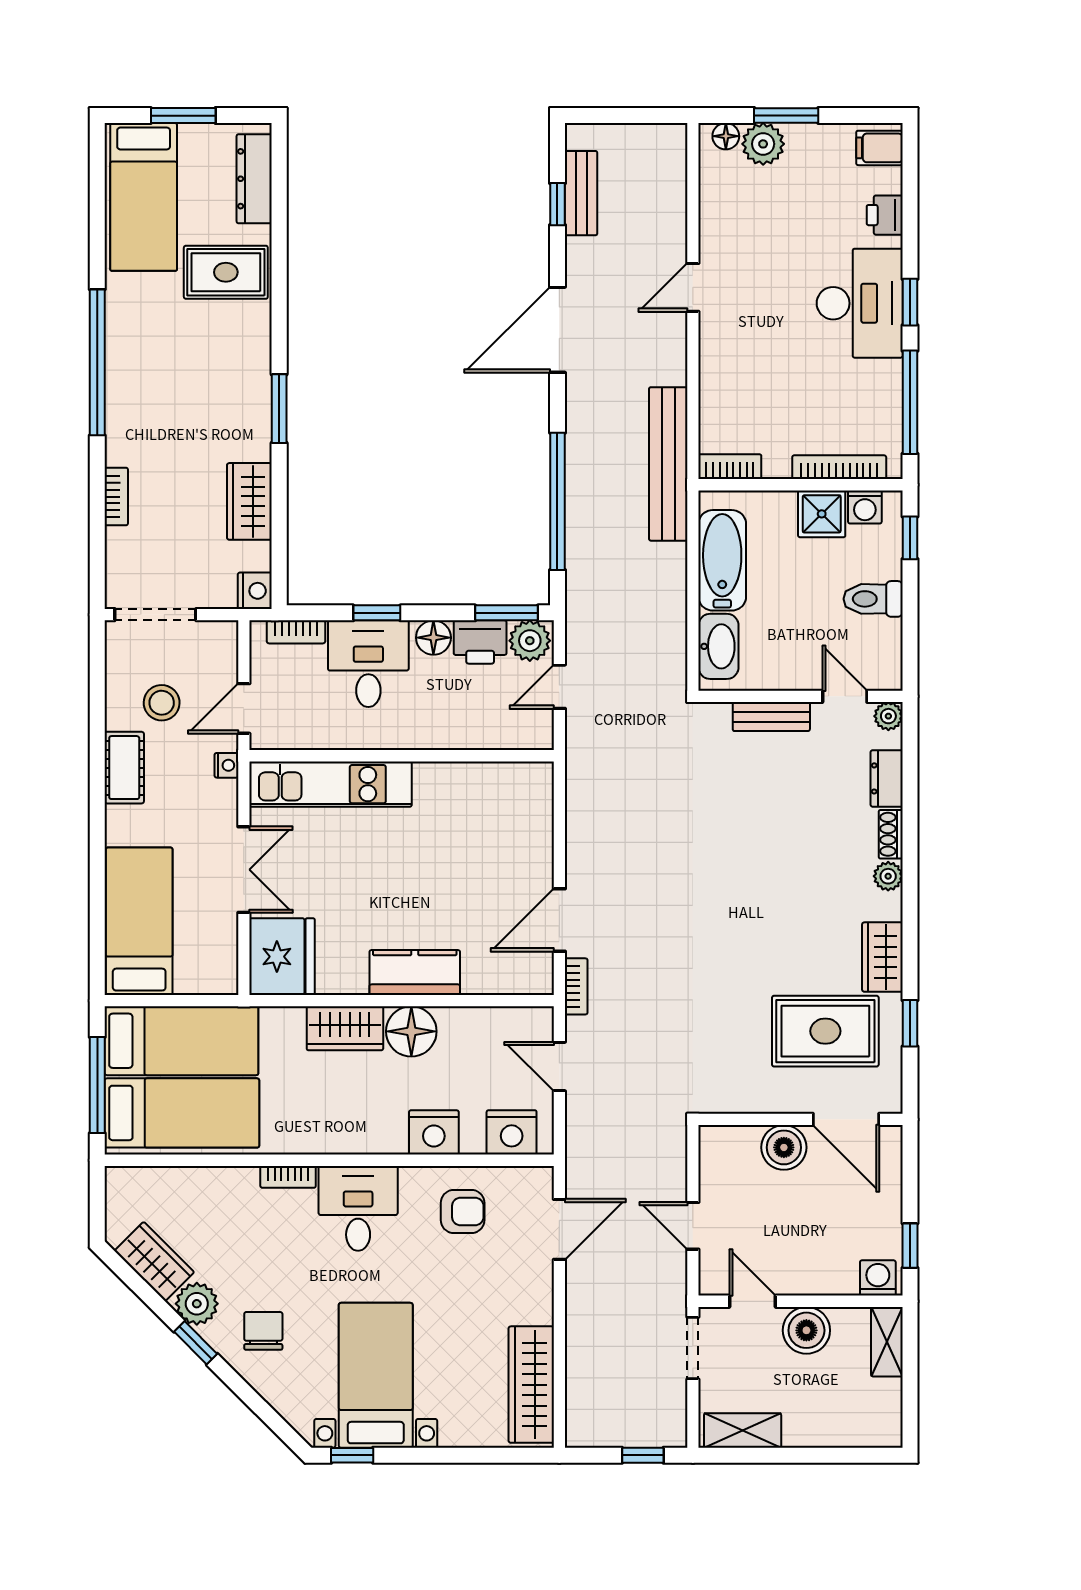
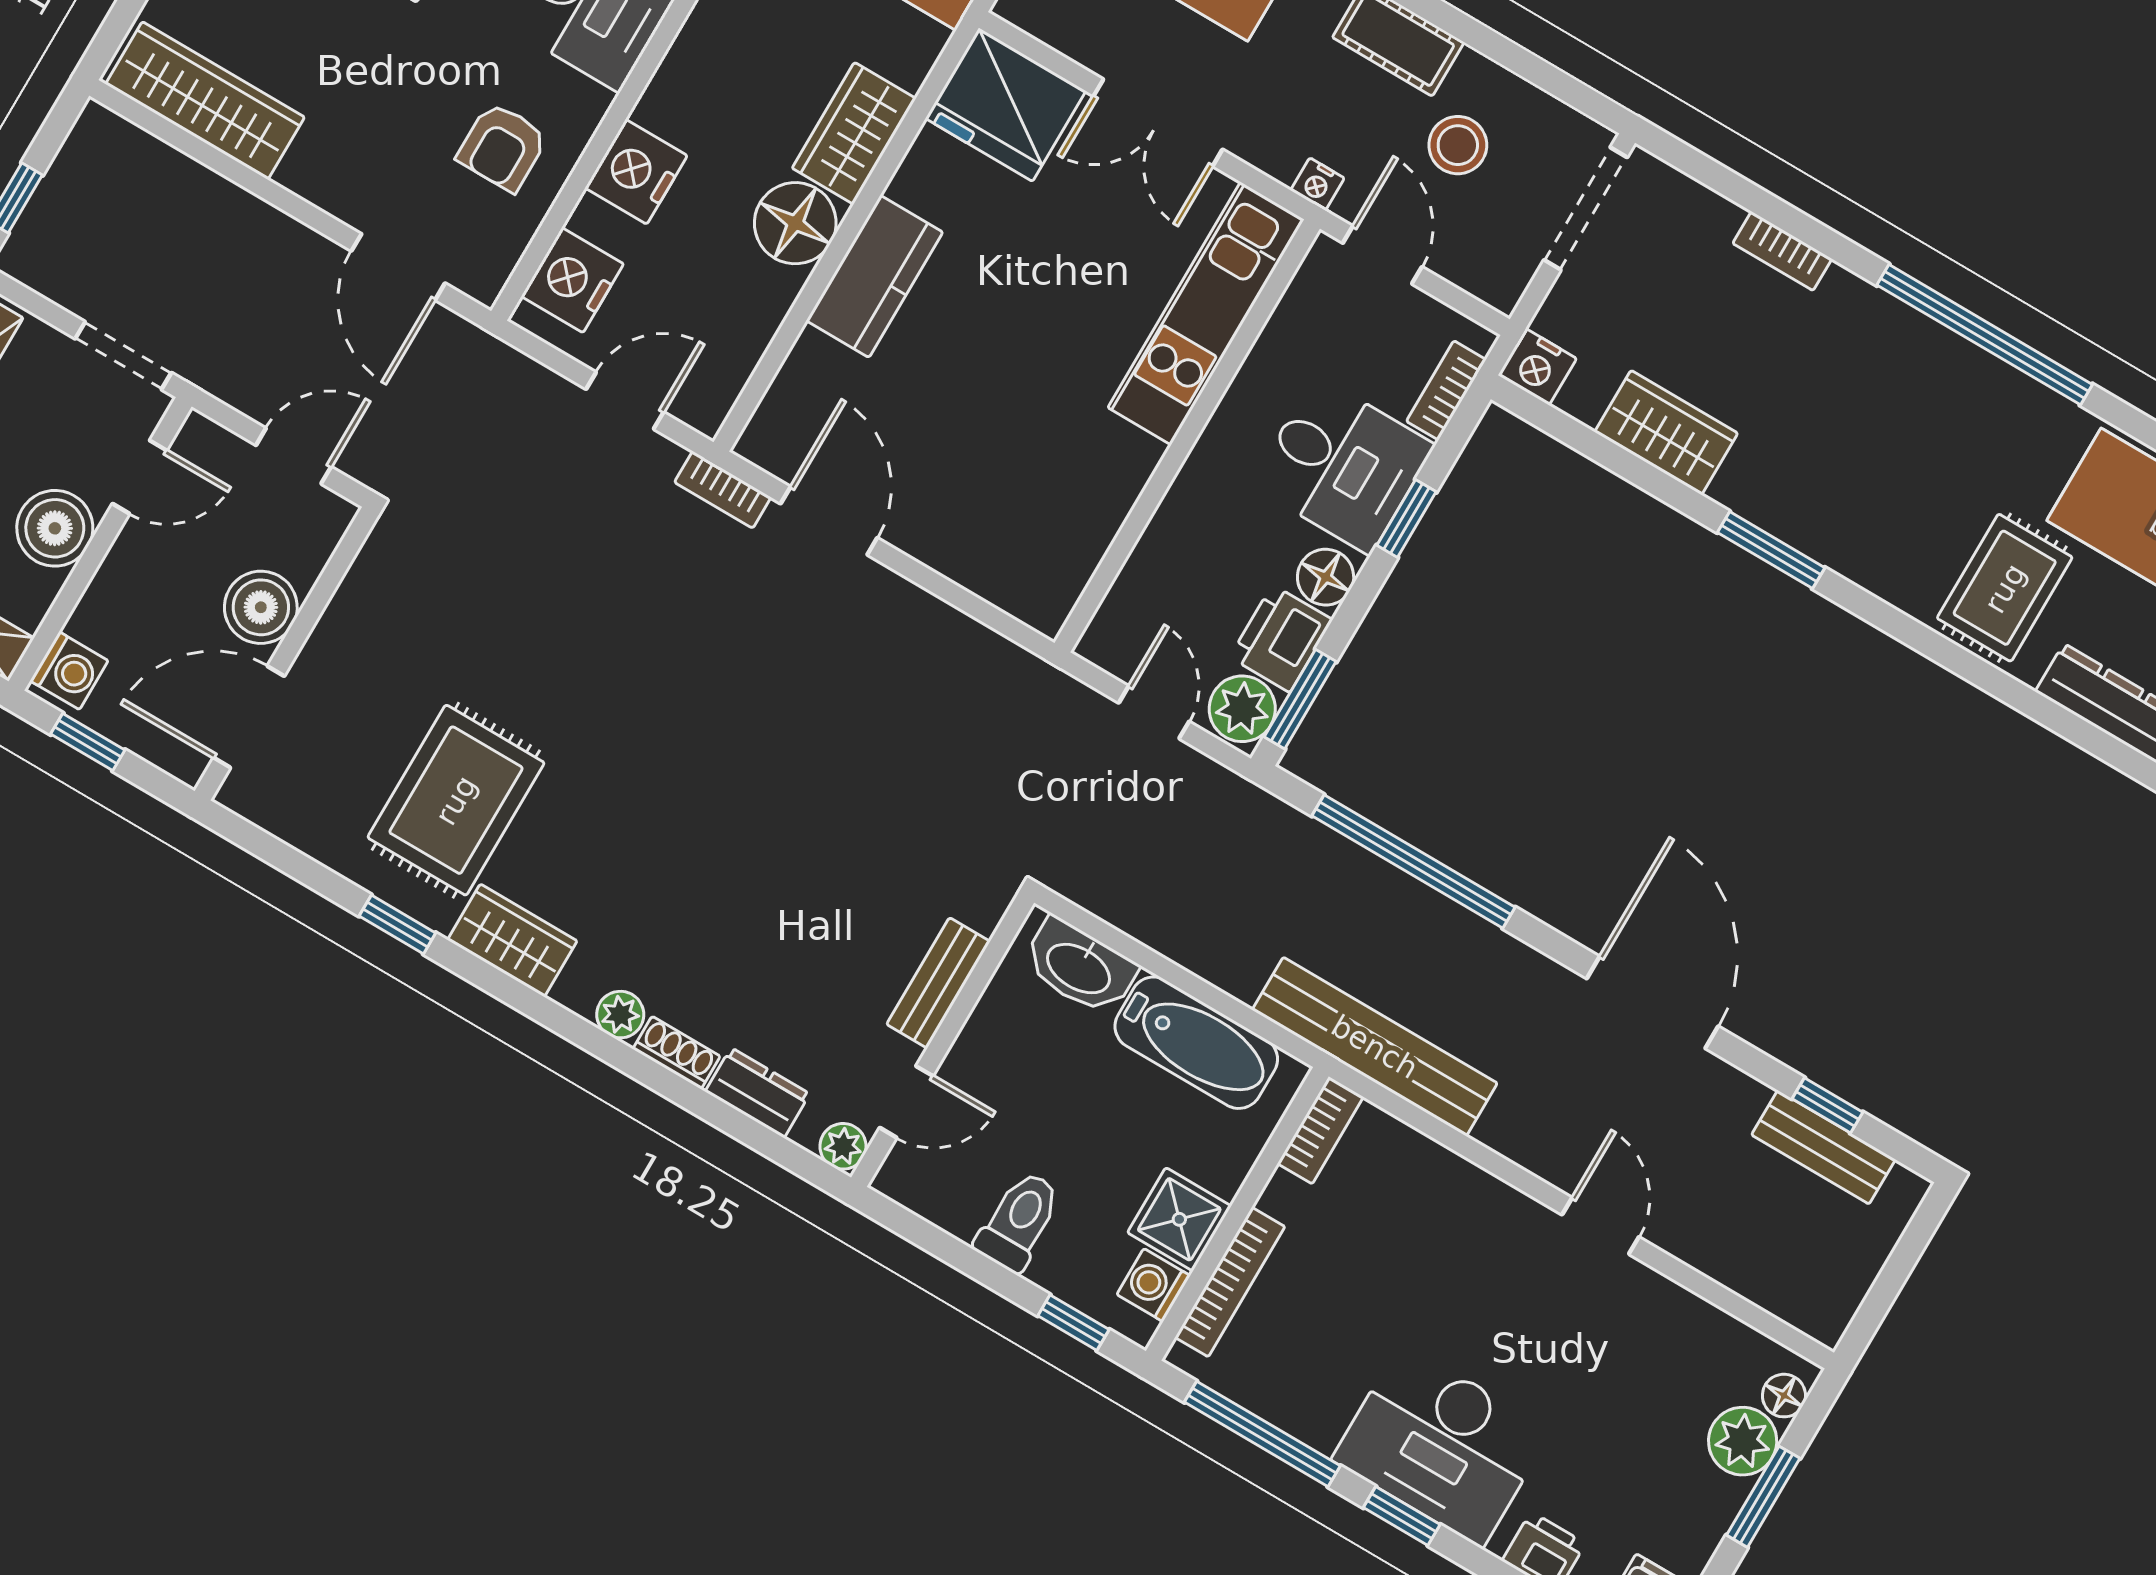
wall: (801, 1119) -> (286, 654), moved
door: (846, 1119) -> (249, 717), moved
boiler: (784, 1147) -> (261, 607), moved

